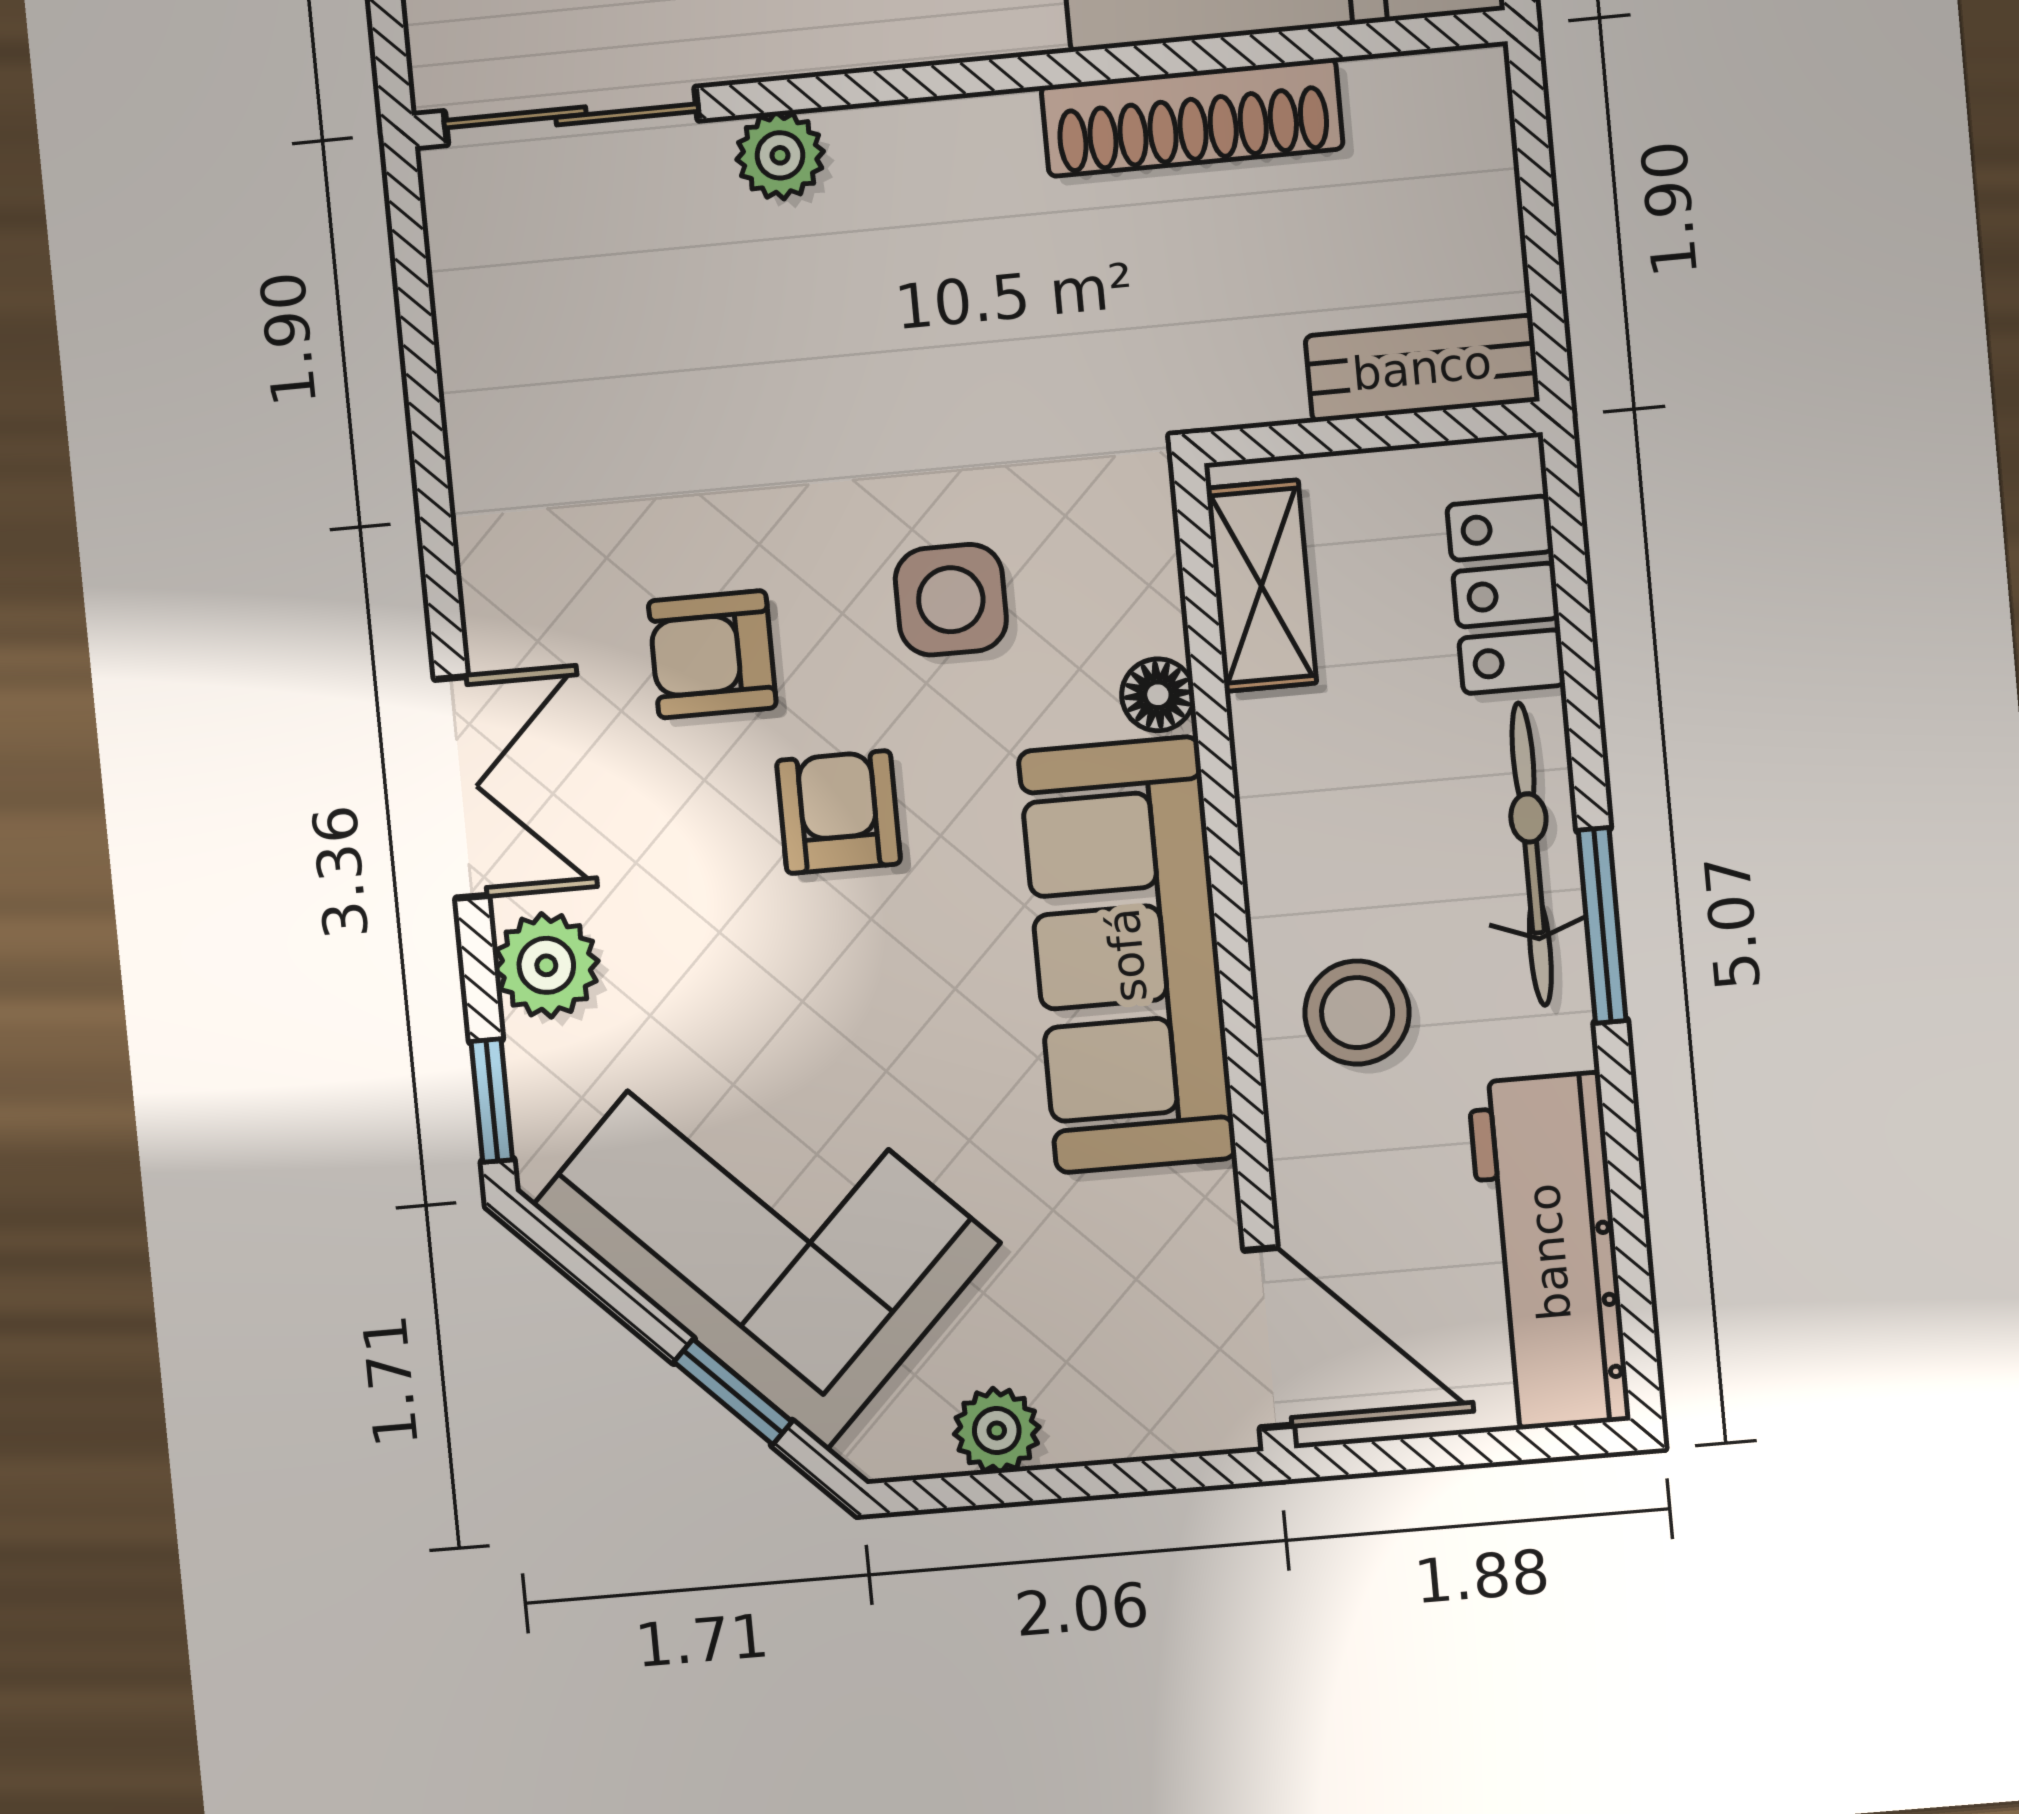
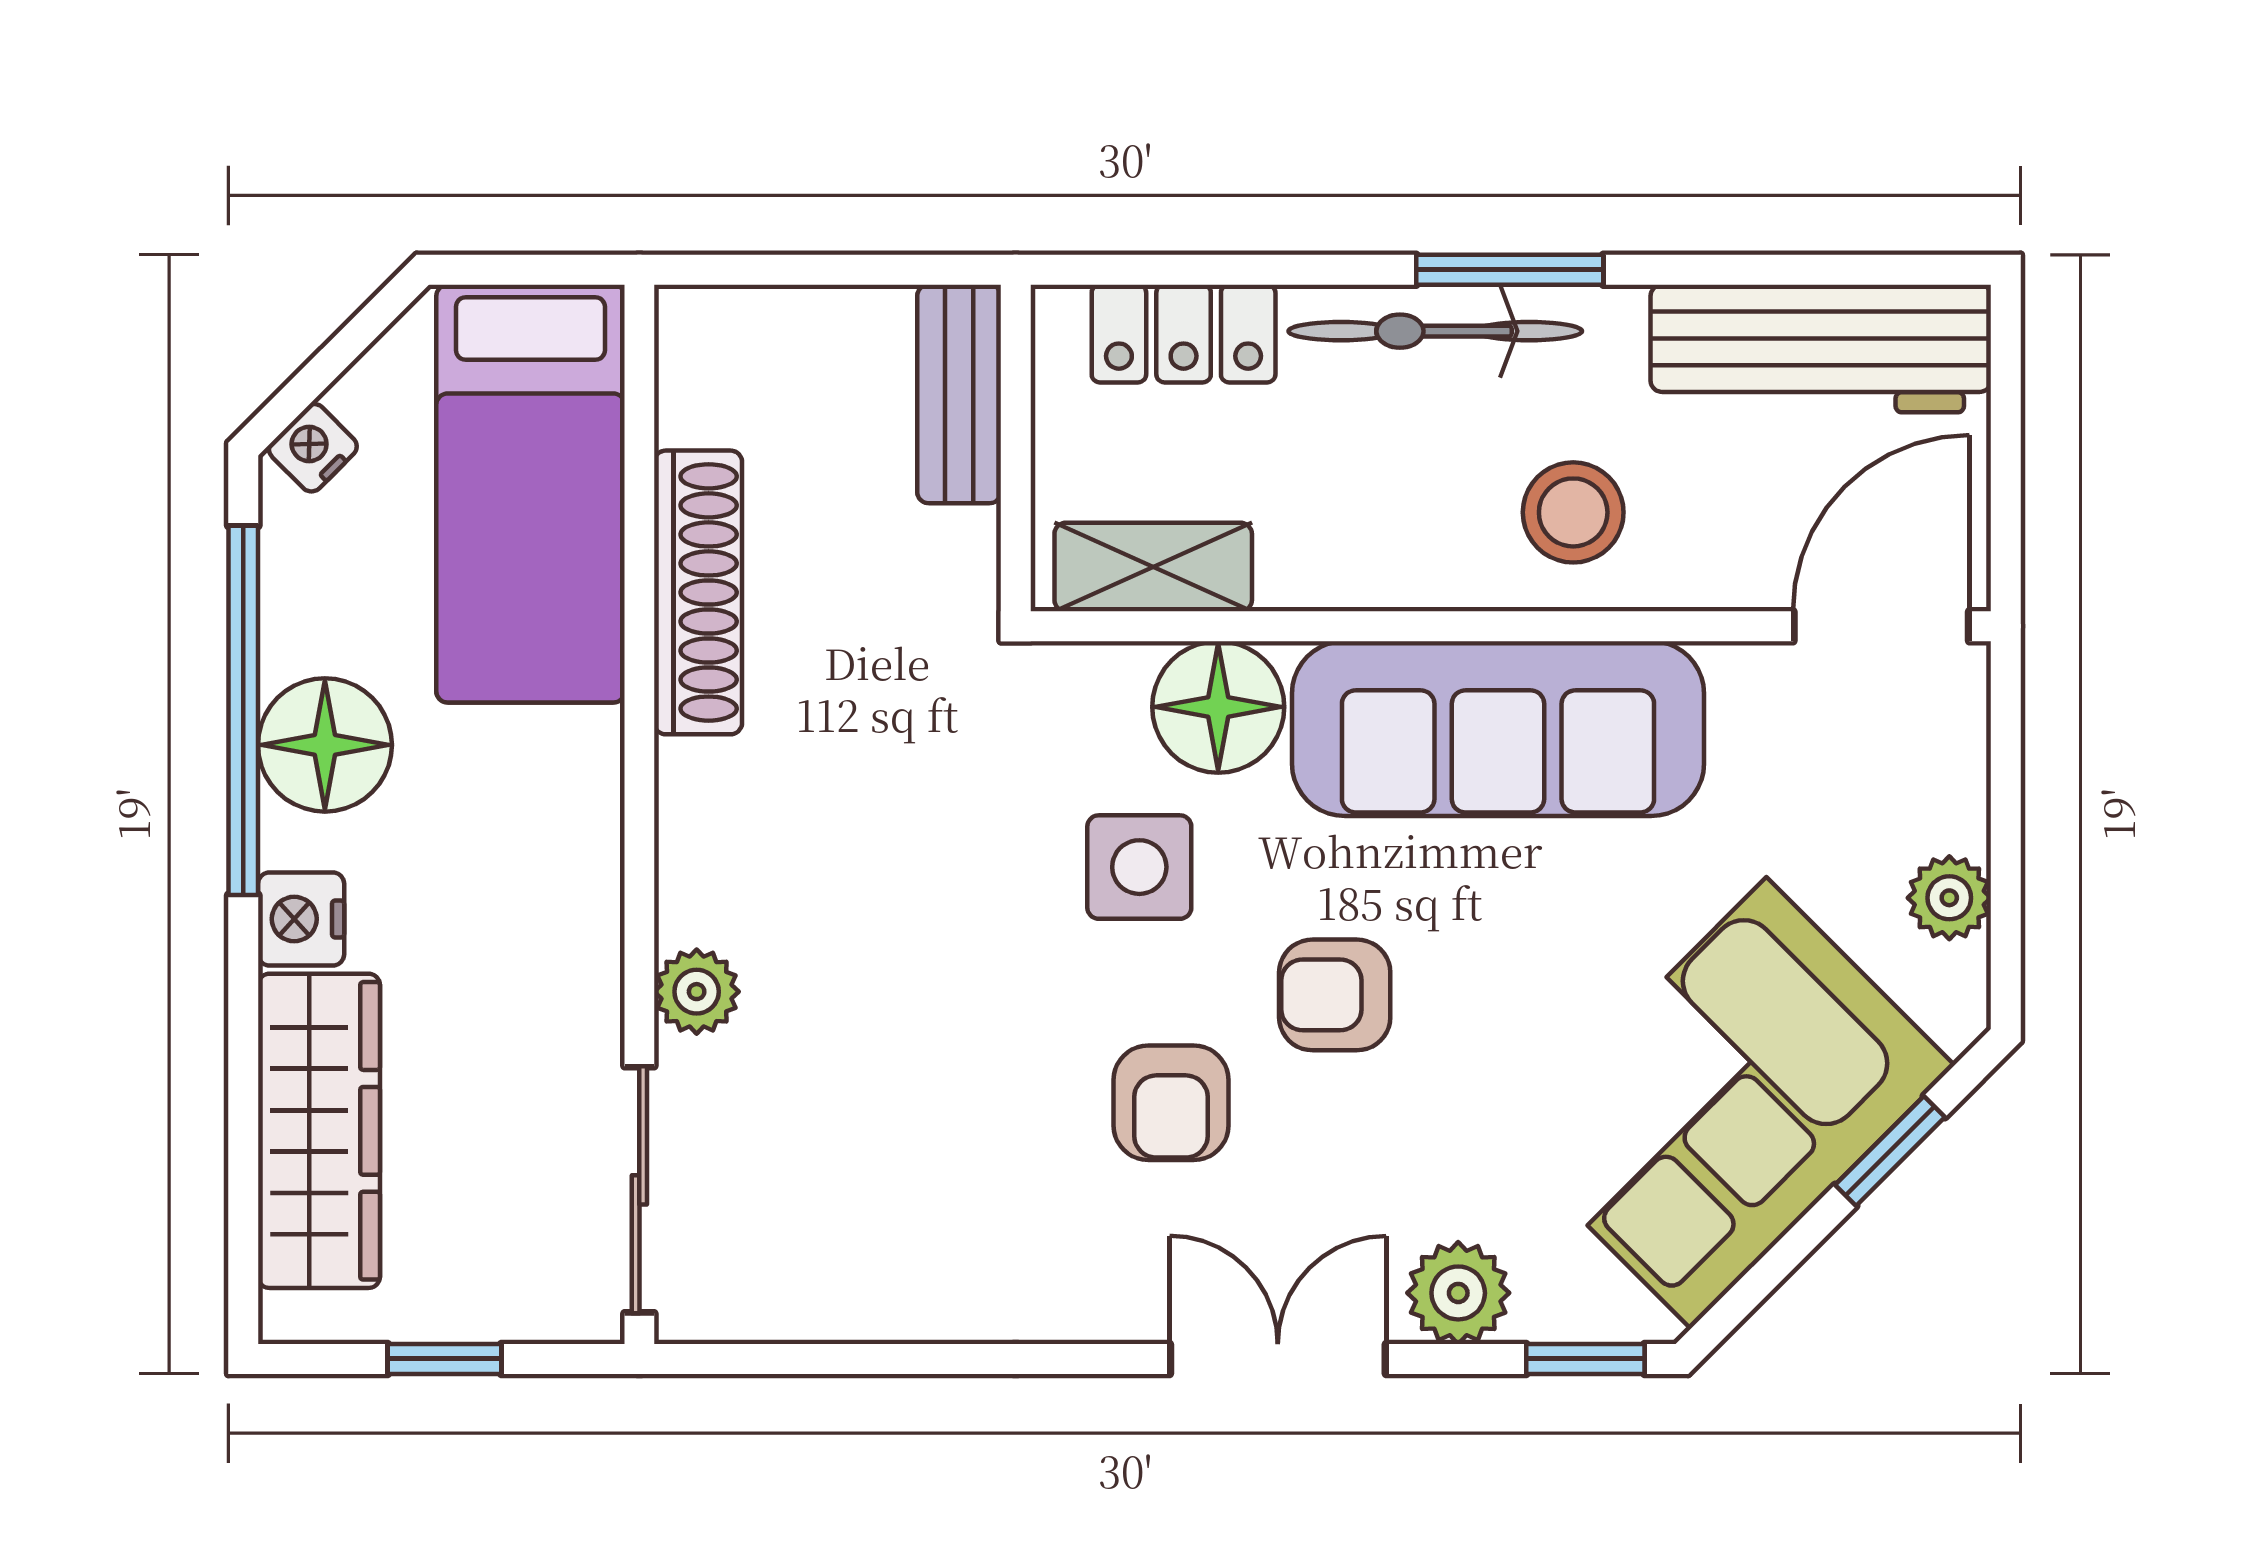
floor lamp: (1158, 695) -> (1218, 707), width x1.89, depth x1.89

